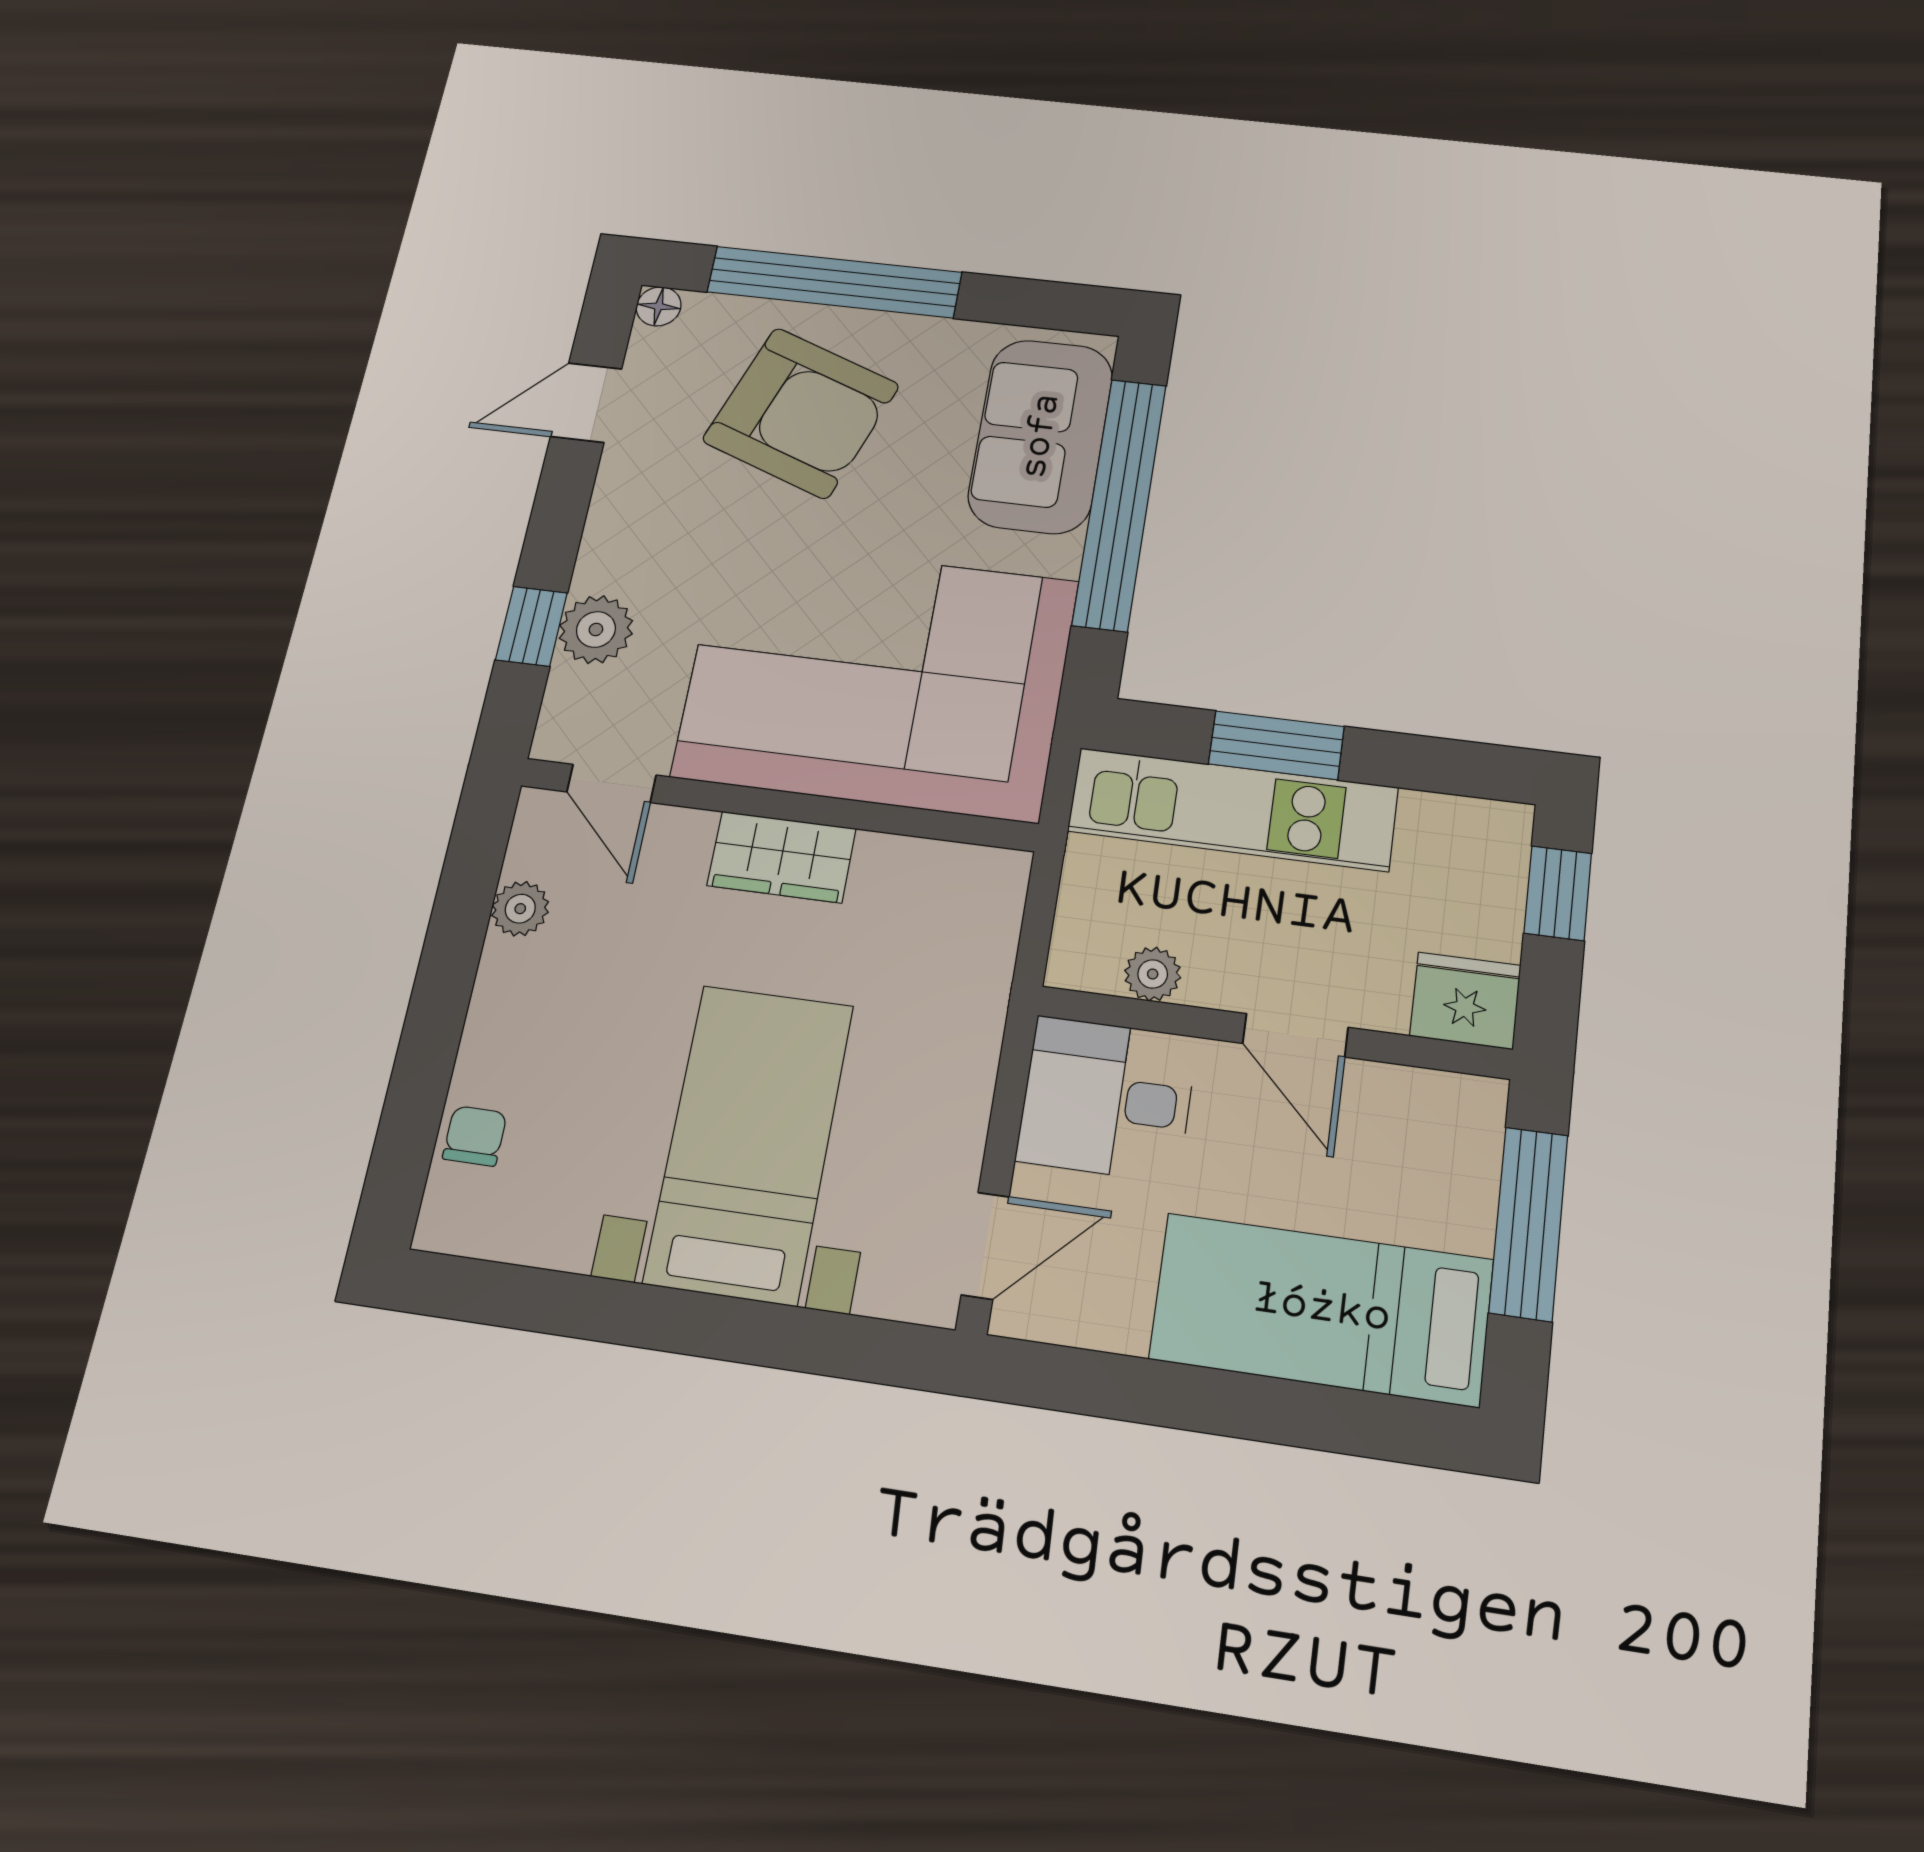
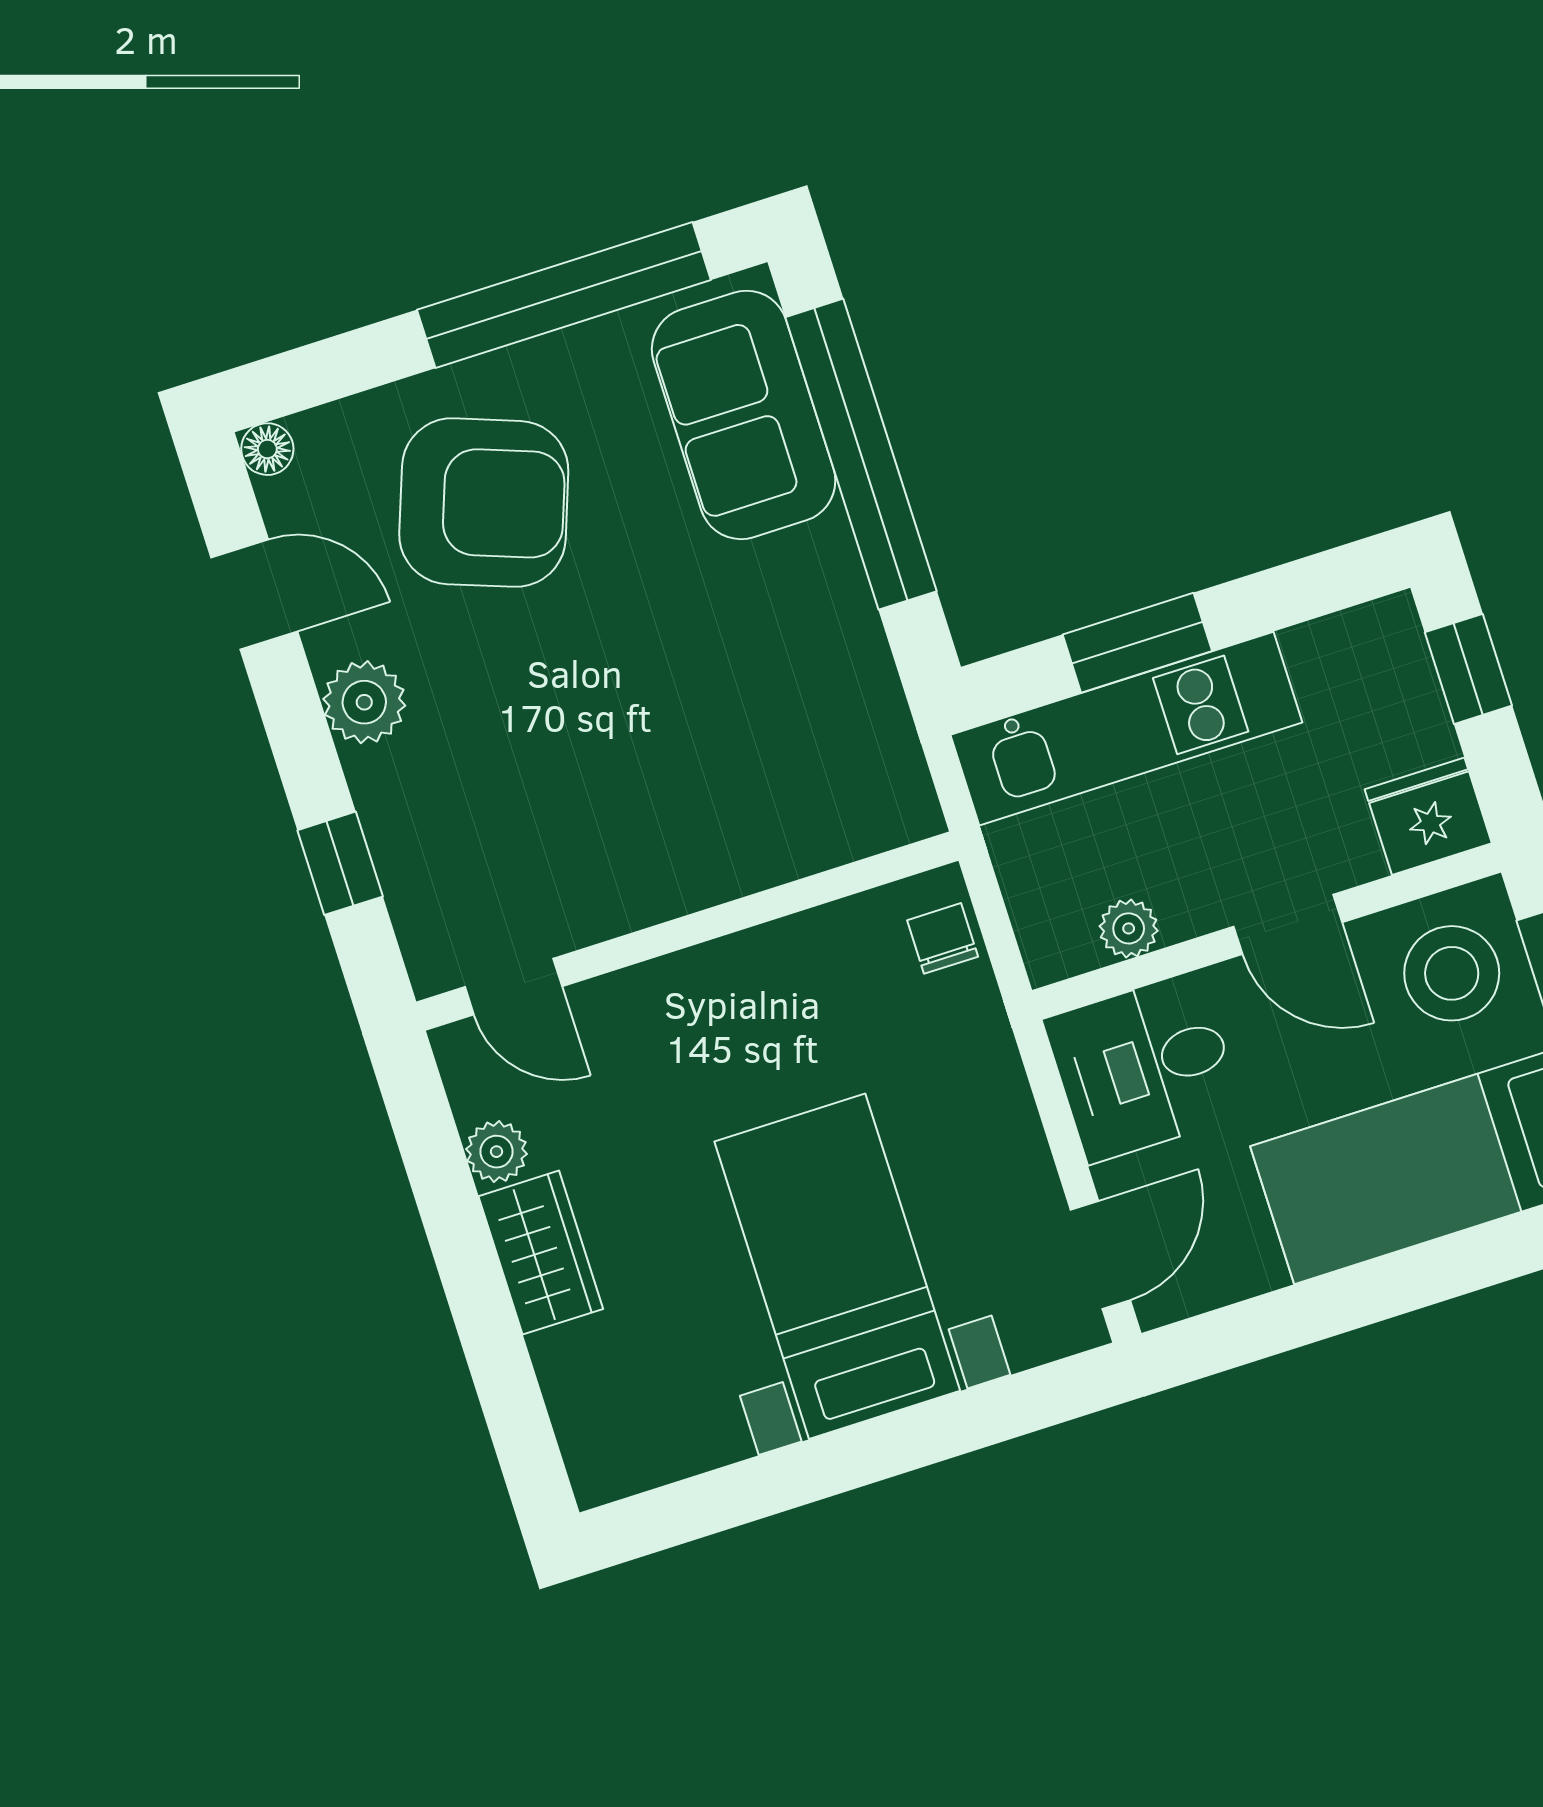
window: (834, 282) -> (564, 295), moved
door: (586, 403) -> (254, 594), swing flipped
plant: (596, 629) -> (364, 702), moved
corner sofa: (876, 678) -> (714, 756), removed
wardrobe: (782, 857) -> (541, 1253), moved, turned -90
chair: (475, 1136) -> (943, 938), moved
stool: (1425, 1147) -> (1452, 973), added

